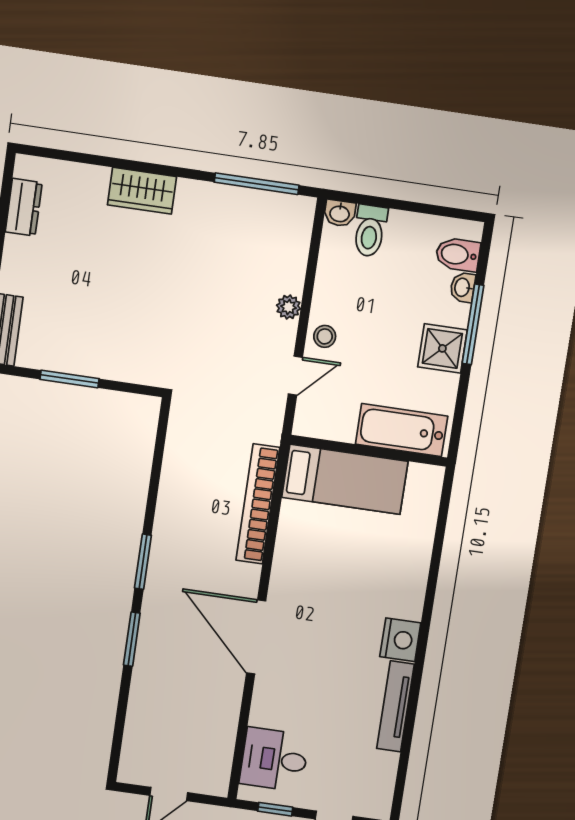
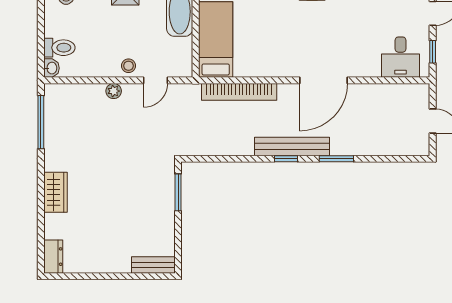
dresser: (24, 207) -> (53, 257), moved, turned 90
door: (295, 376) -> (155, 80), swing flipped
window: (70, 379) -> (178, 192), moved
window: (143, 562) -> (286, 159), width x0.67
bench: (161, 574) -> (292, 146), added

